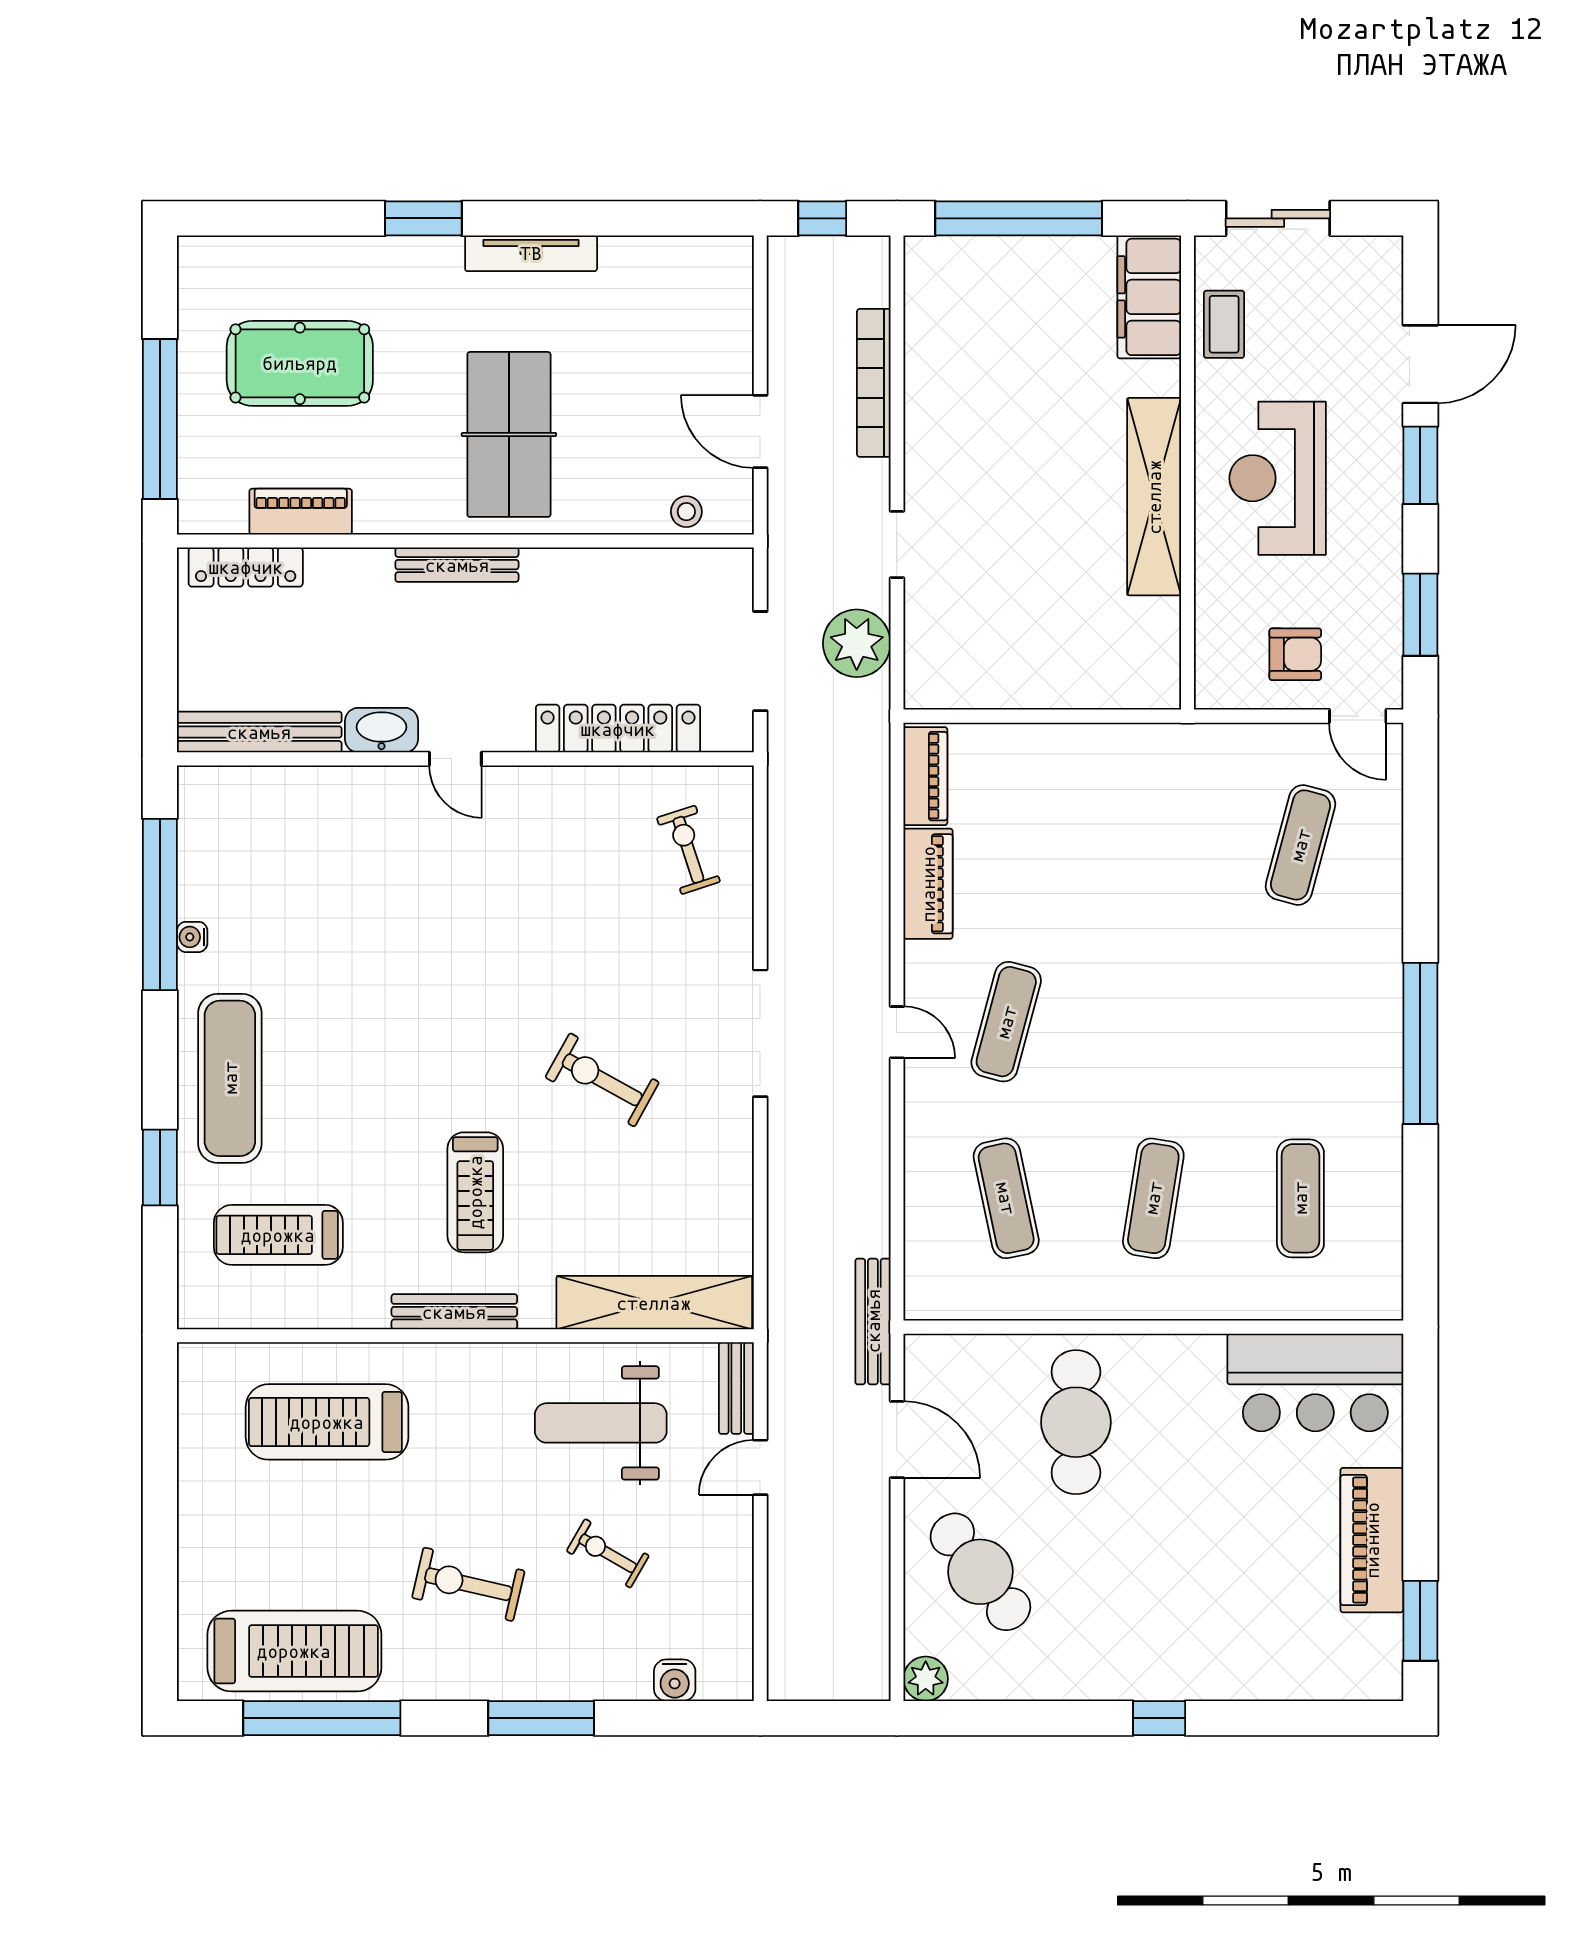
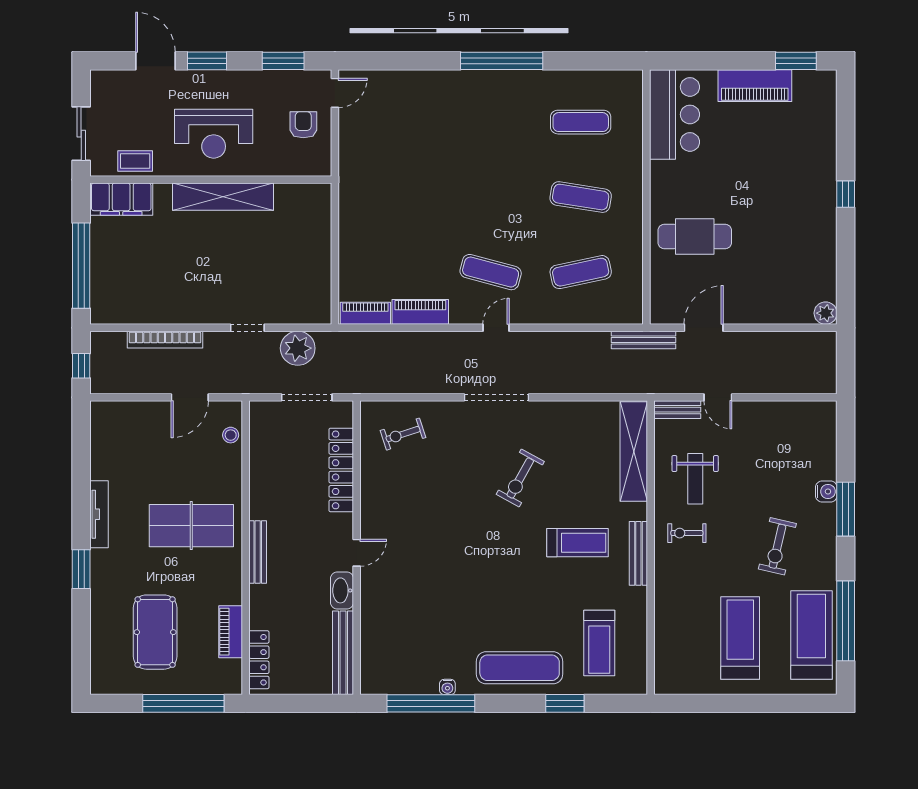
exercise mat: (1300, 845) -> (401, 122), removed
treadmill: (327, 1422) -> (740, 638), moved, turned 180
weight bench: (601, 1423) -> (695, 479), width x0.73, depth x0.75
exercise bike: (608, 1553) -> (687, 533), moved, turned 60
cafe table: (980, 1572) -> (771, 285), removed
water cooler: (675, 1680) -> (826, 491), moved

